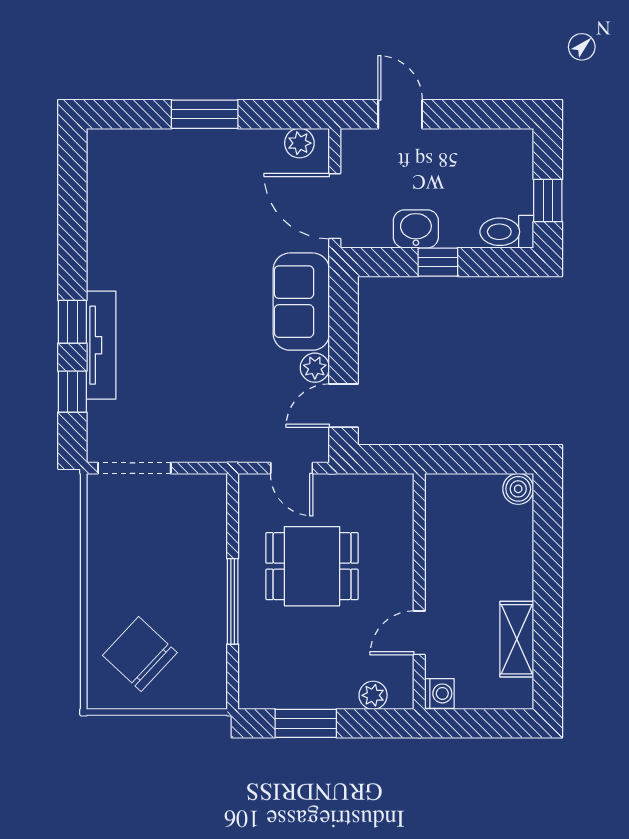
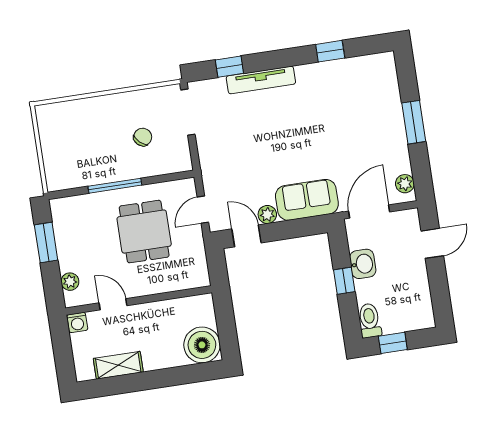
window: (72, 322) -> (330, 51), moved
boiler: (518, 489) -> (202, 345), width x1.86, depth x1.86
chair: (140, 654) -> (143, 137), moved, width x0.54, depth x0.54

